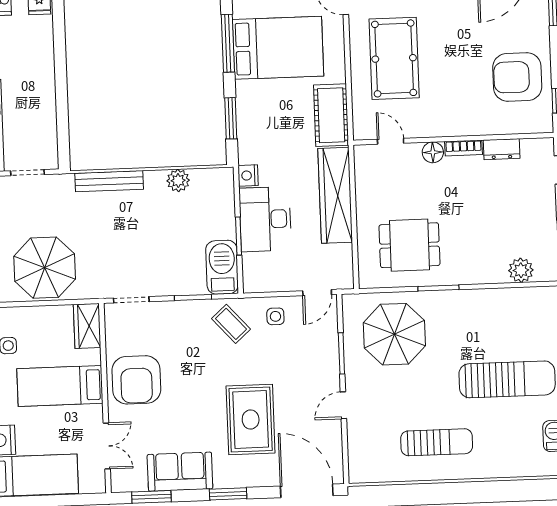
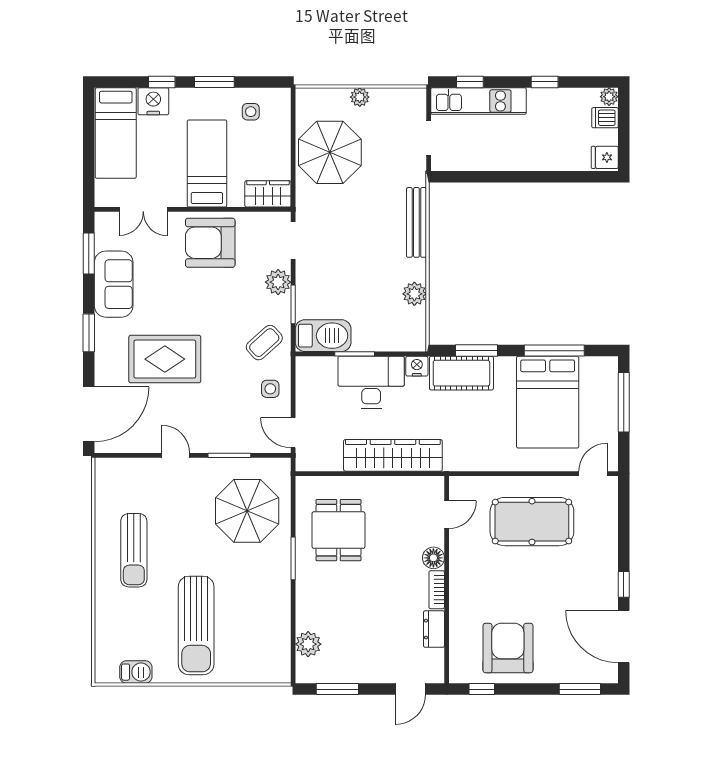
cot: (331, 115) -> (461, 373), moved
plant: (172, 313) -> (278, 282), added

